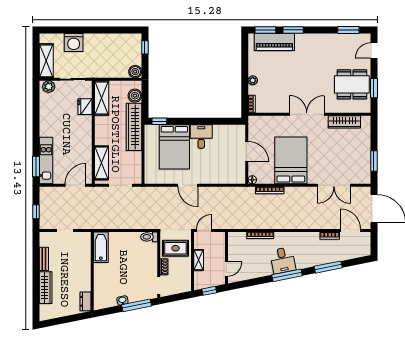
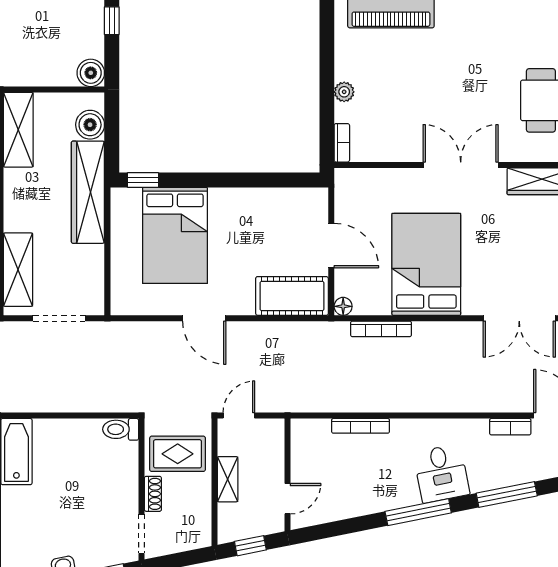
desk: (201, 136) -> (233, 213), removed
cot: (229, 175) -> (292, 296), added
desk: (283, 260) -> (441, 473), moved

